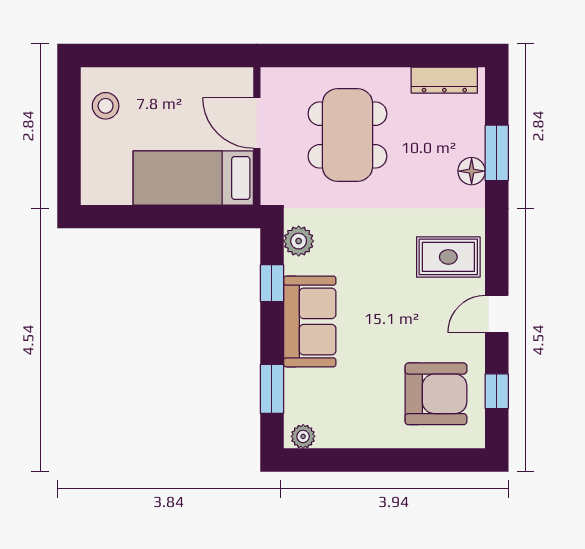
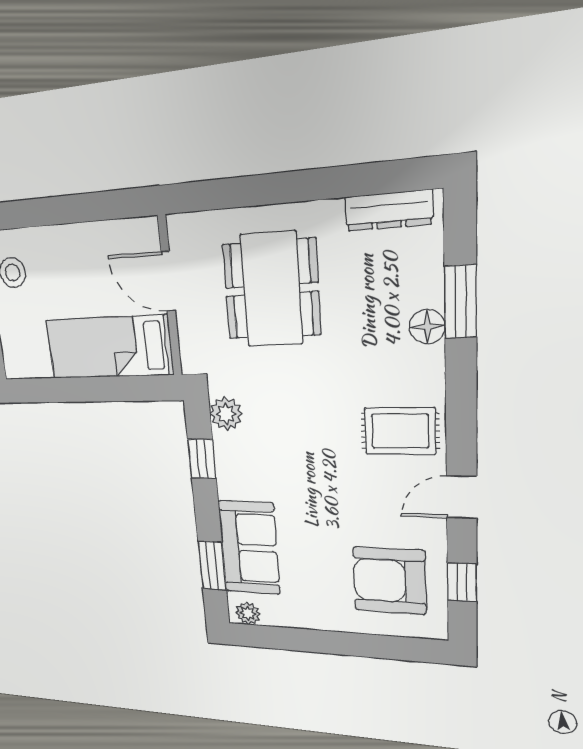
sofa: (310, 321) -> (249, 548), moved
armchair: (436, 394) -> (390, 581), turned 180

